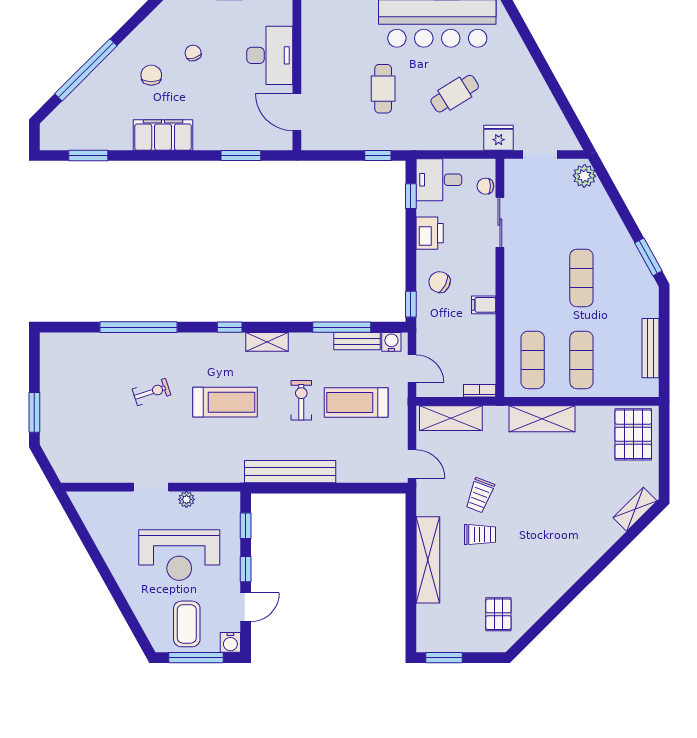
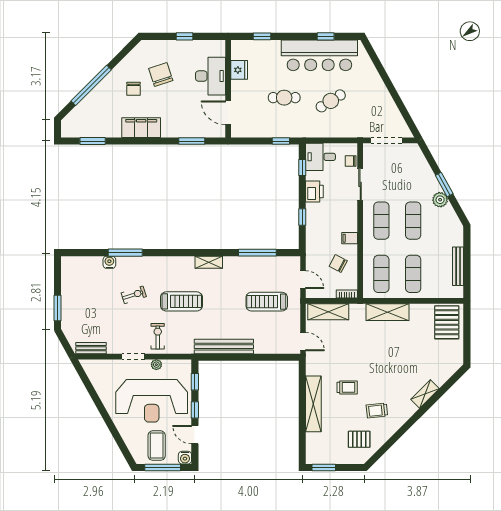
chair: (193, 53) -> (161, 74), width x1.87, depth x1.87
chair: (151, 75) -> (134, 89), turned 180
cafe table: (383, 89) -> (284, 98), turned 90
fridge: (499, 138) -> (239, 70), moved, turned 90
doorway: (540, 154) -> (386, 140), width x1.38
plant: (584, 176) -> (440, 200), moved
window: (648, 257) -> (444, 185), moved
exercise mat: (533, 278) -> (381, 221), added
chair: (439, 282) -> (338, 263), moved
window: (411, 304) -> (302, 217), moved
window: (138, 327) -> (125, 253), width x0.68
window: (230, 327) -> (184, 253), removed
bench: (357, 341) -> (91, 348), moved
water cooler: (391, 342) -> (109, 262), moved
exercise bike: (301, 400) -> (158, 336), moved
trolley: (480, 495) -> (377, 411), moved, turned 63
shelving: (635, 509) -> (425, 394), moved
reception desk: (179, 555) -> (152, 401), width x1.36, depth x1.30
door: (246, 607) -> (195, 435), swing flipped
pallet: (498, 614) -> (359, 439), turned 90

